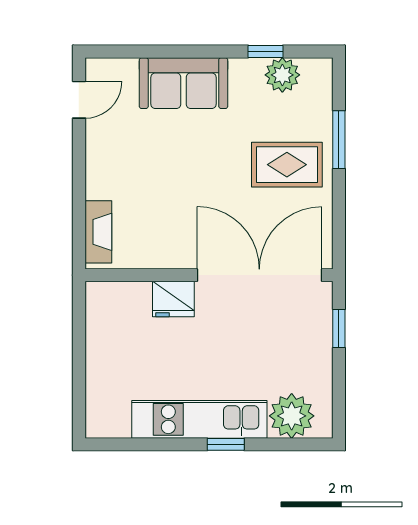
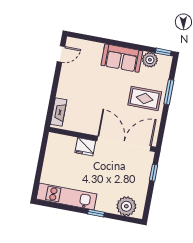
window: (266, 51) -> (163, 52), moved
sofa: (184, 83) -> (122, 58), moved
kitchen unit: (199, 419) -> (67, 196), moved

